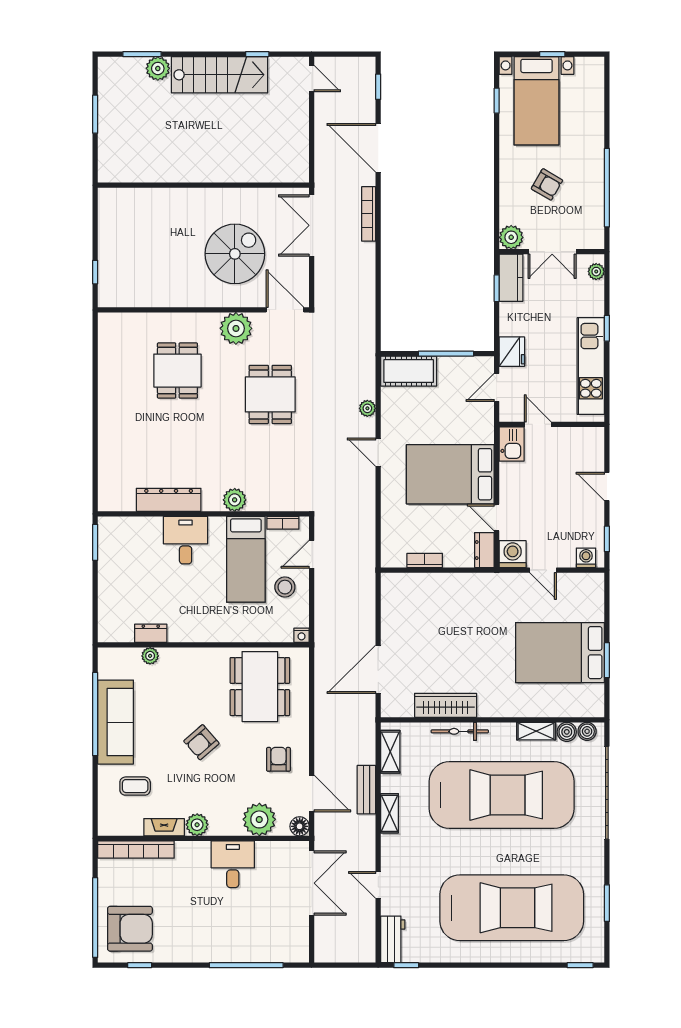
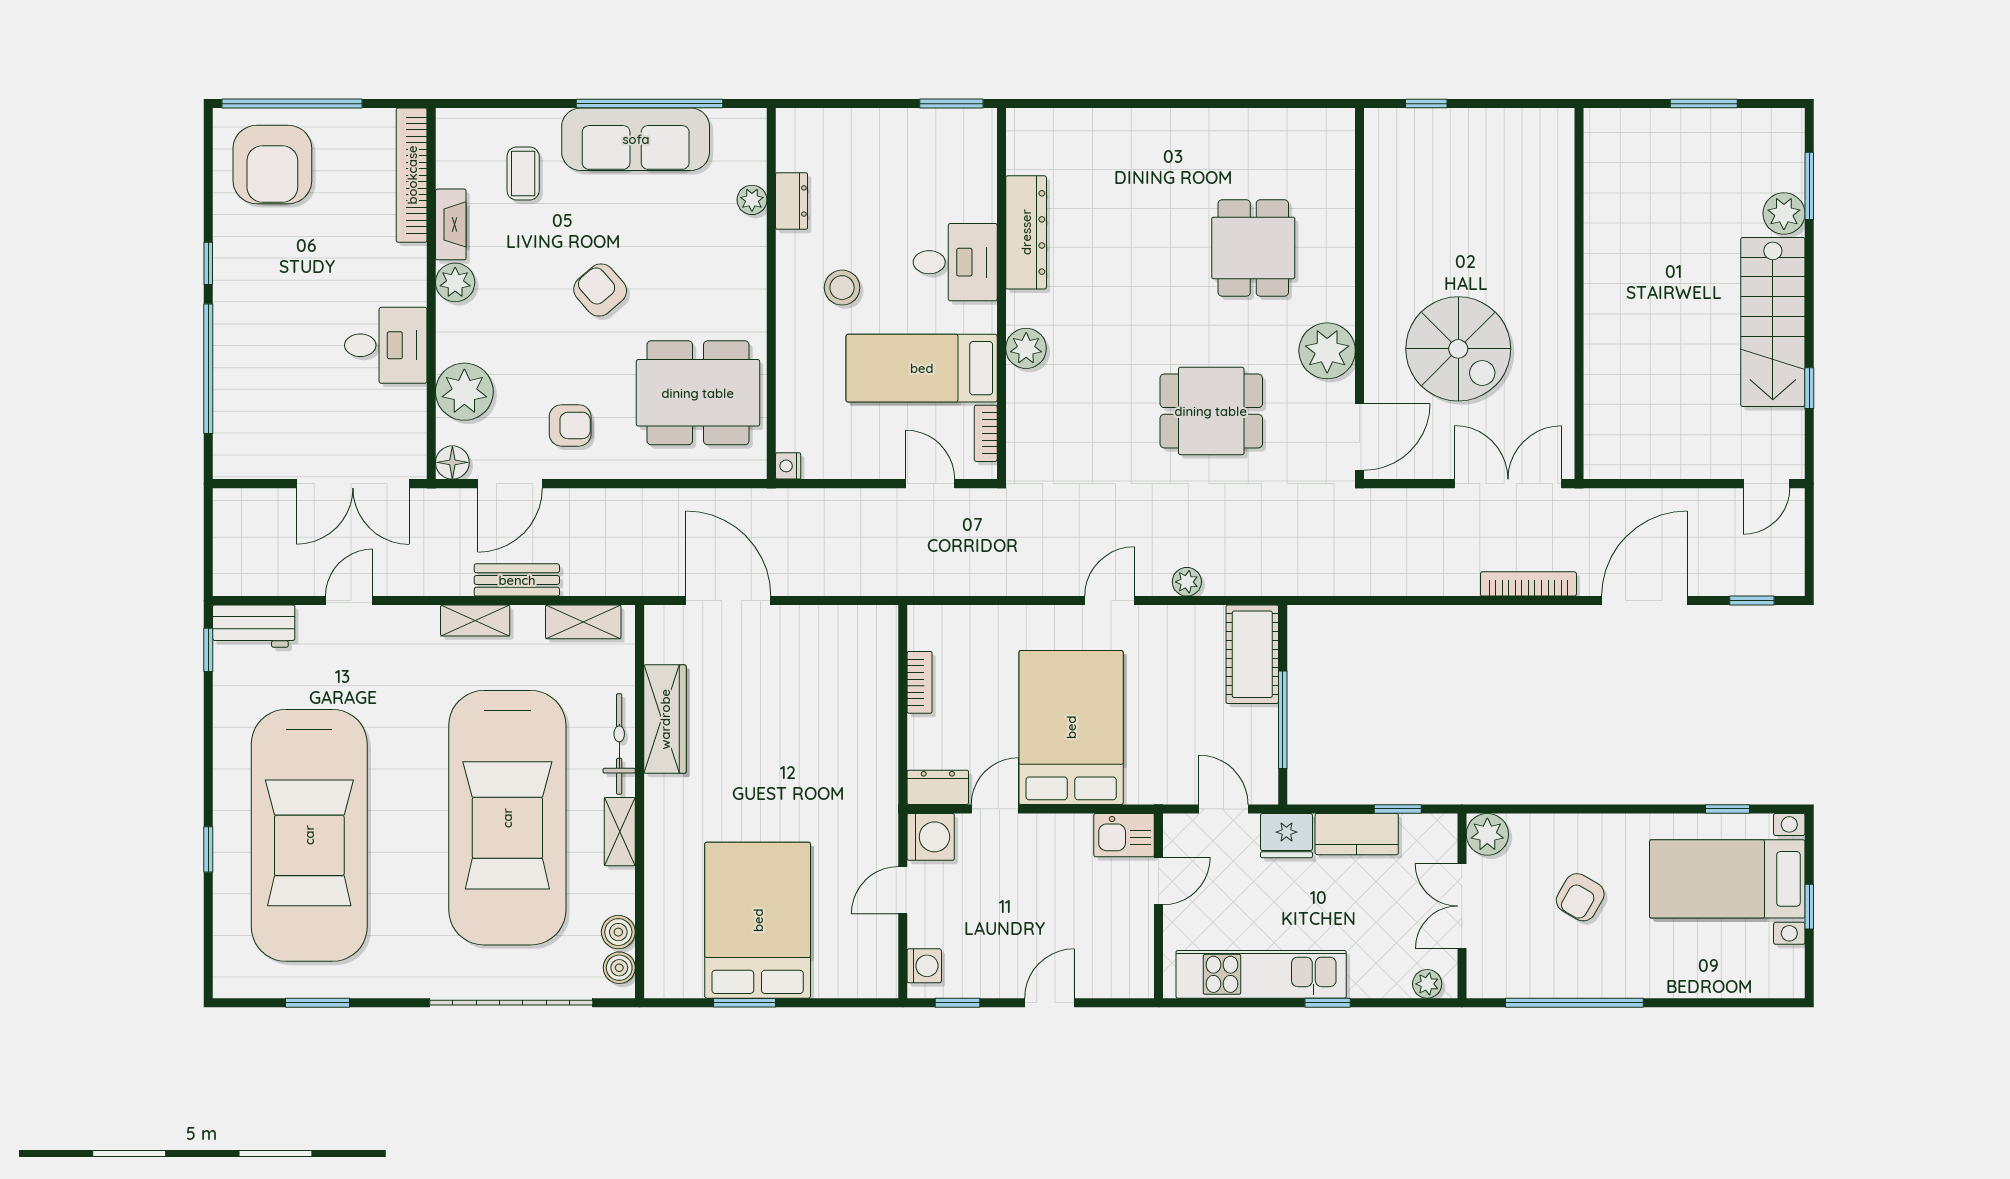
kitchen counter: (511, 278) -> (1357, 834), moved
dining table: (177, 371) -> (1253, 248), turned 90
stool: (285, 587) -> (842, 288), moved
shelving: (536, 731) -> (620, 832), moved
window: (140, 965) -> (208, 263), moved
window: (580, 965) -> (208, 849), moved

